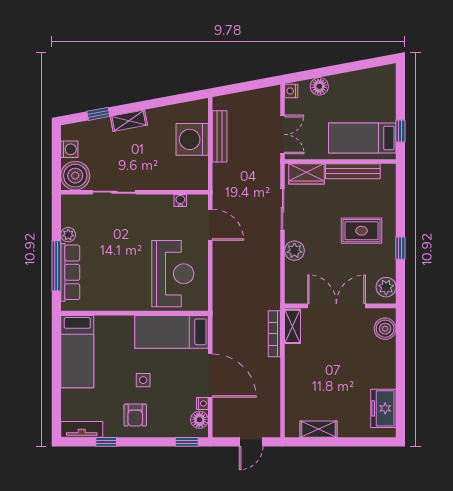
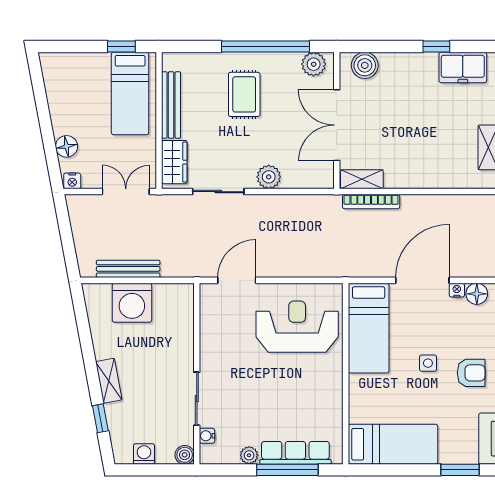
boiler: (75, 176) -> (185, 455), width x0.54, depth x0.54
water cooler: (180, 200) -> (207, 436), moved
window: (400, 248) -> (266, 47), width x3.17
window: (400, 387) -> (436, 47), added
window: (56, 406) -> (460, 470), added

